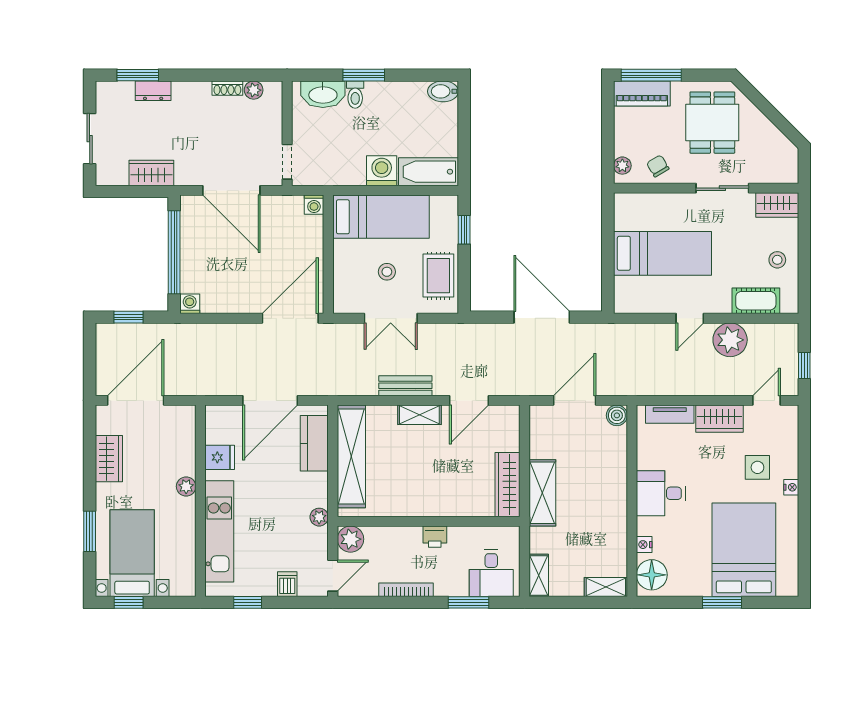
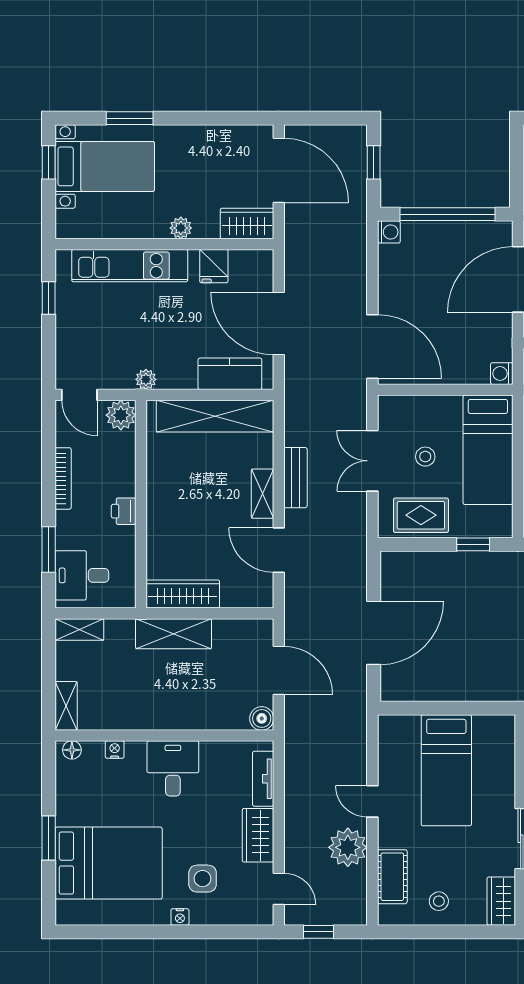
wardrobe: (109, 459) -> (247, 224), moved, turned 180
floor lamp: (652, 575) -> (72, 750), width x0.53, depth x0.53
dishwasher: (287, 584) -> (69, 343), removed

